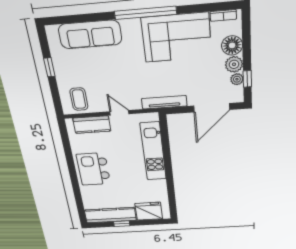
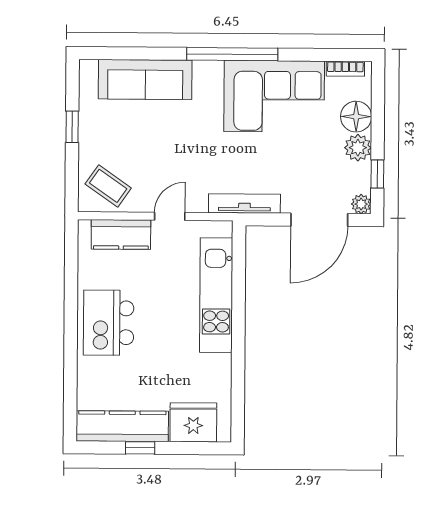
plant: (237, 79) -> (361, 204), moved
coffee table: (79, 99) -> (108, 186), turned -55
door: (119, 113) -> (170, 216), hinge flipped

